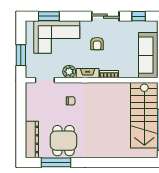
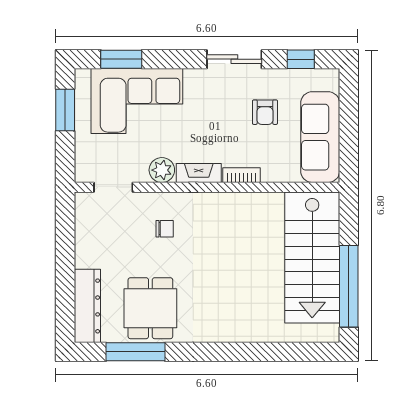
armchair: (97, 44) -> (265, 112), moved
window: (21, 55) -> (65, 110), moved

